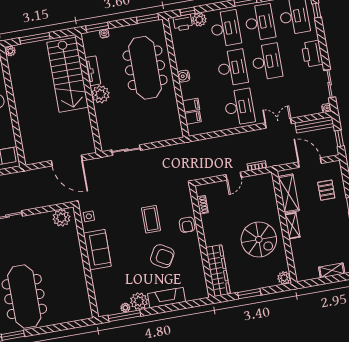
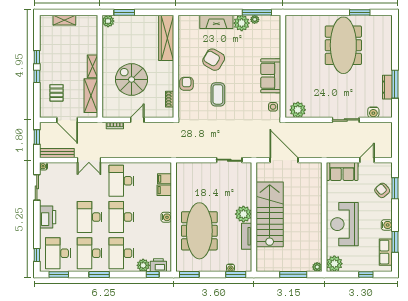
stairs: (68, 75) -> (270, 214), moved
spiral stairs: (259, 239) -> (132, 79), moved
window: (249, 294) -> (124, 12), moved

